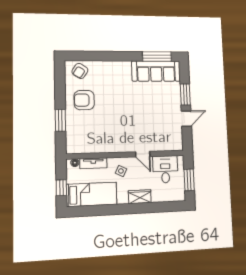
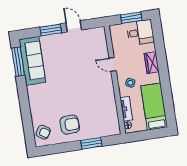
armchair: (84, 100) -> (70, 125), turned -92
door: (143, 154) -> (113, 64), swing flipped
desk: (165, 169) -> (140, 32), moved, turned 180
window: (61, 188) -> (151, 134), removed

